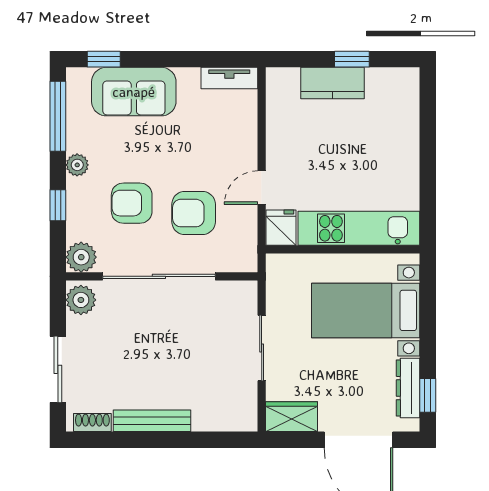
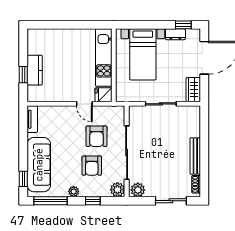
window: (352, 59) -> (23, 75), moved
sofa: (134, 92) -> (39, 165), width x1.36
dresser: (408, 388) -> (175, 34), width x0.70

